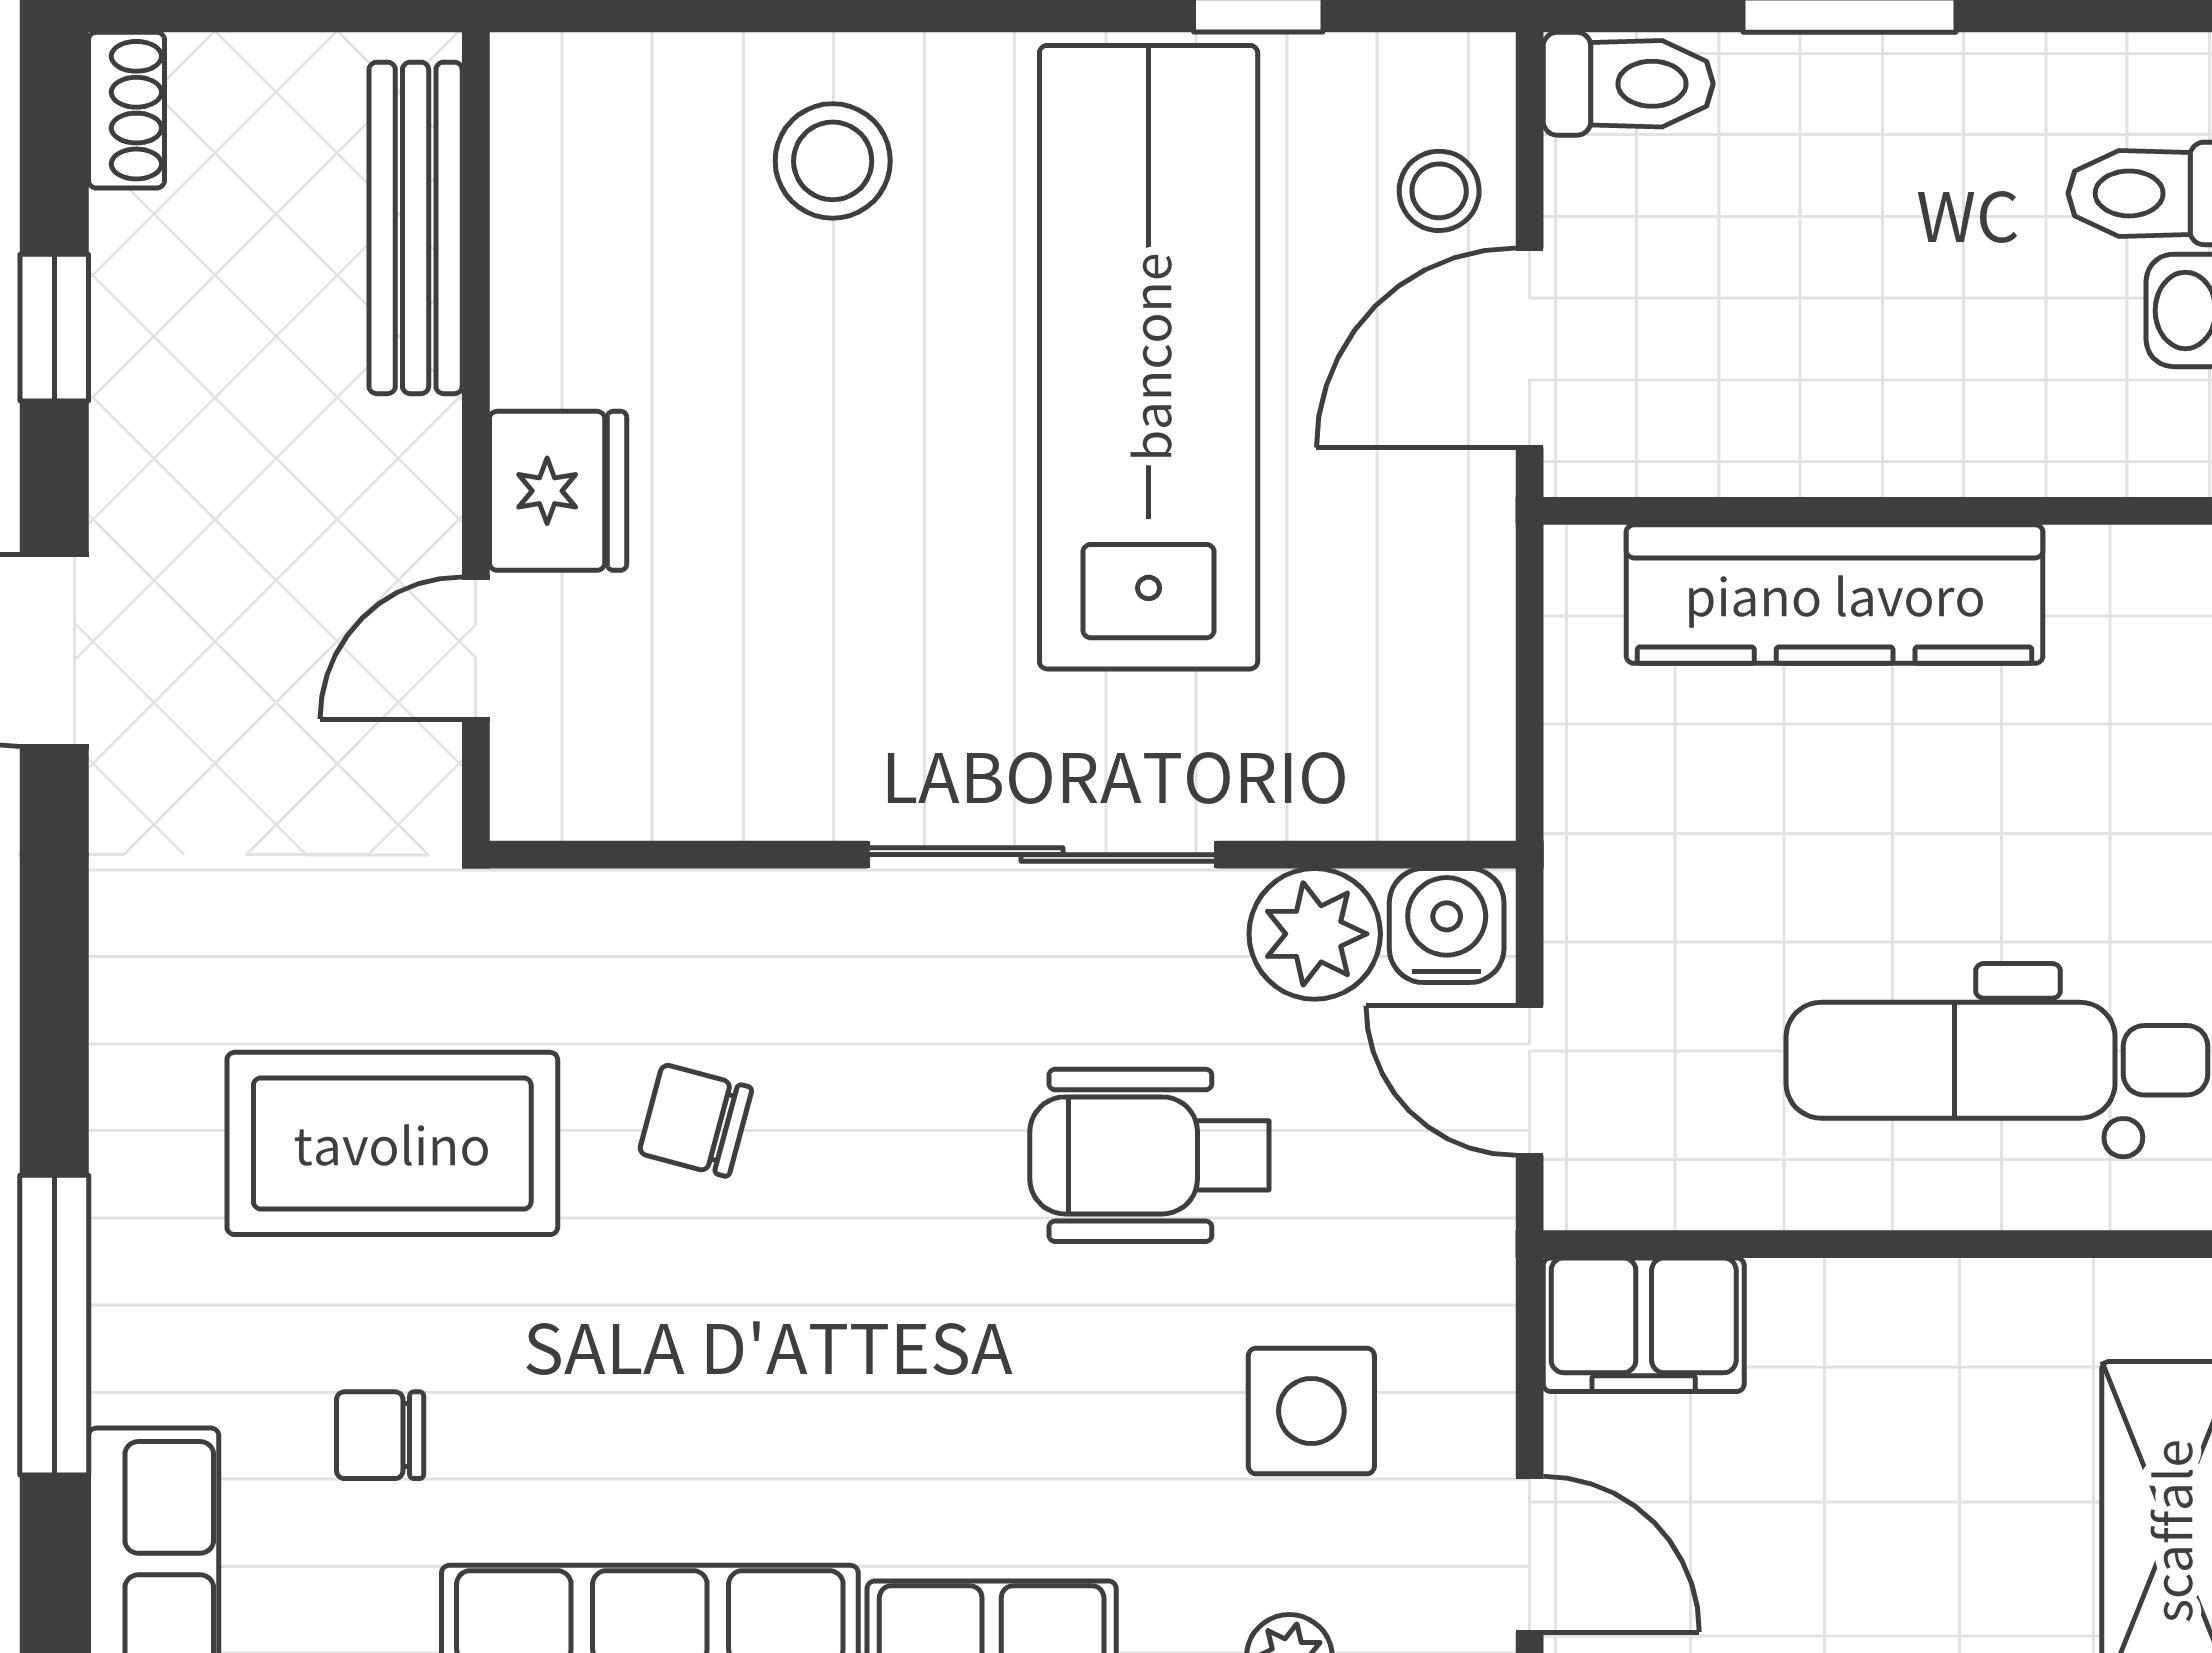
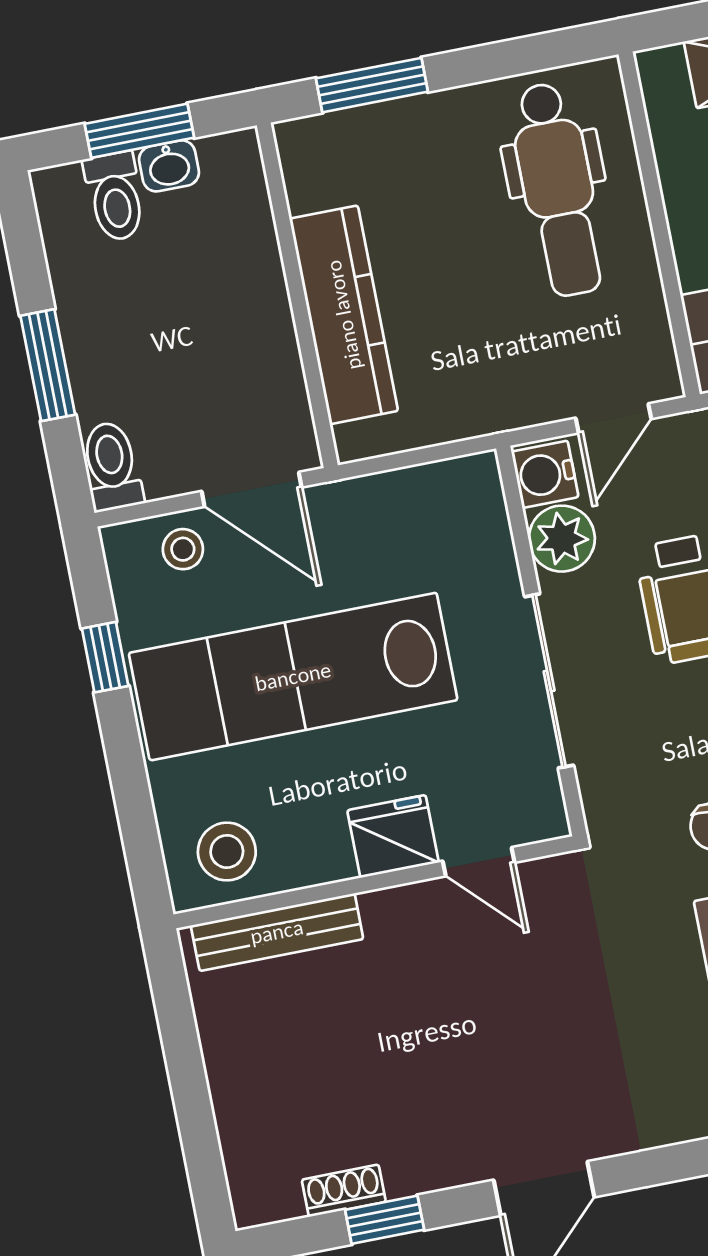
shoe rack: (126, 110) -> (344, 1191), moved
bench: (416, 228) -> (277, 932), moved
wall: (476, 436) -> (374, 882), moved
fridge: (558, 491) -> (393, 836), moved
door: (476, 648) -> (479, 862), moved

